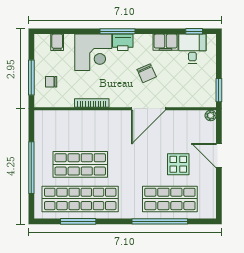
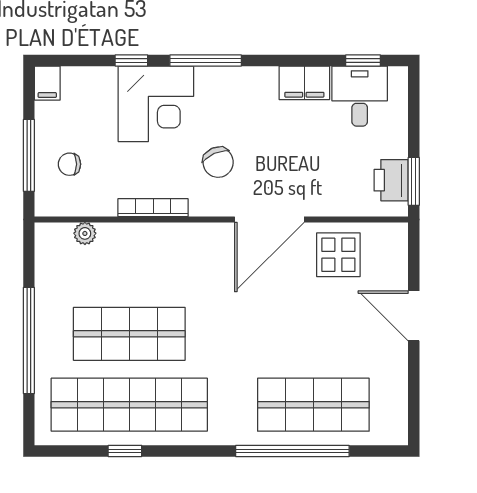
window: (81, 31) -> (131, 60), added
filing cabinet: (57, 42) -> (47, 83), moved
printer: (123, 42) -> (391, 180), moved, turned 90
chair: (147, 73) -> (218, 162), moved
plant: (211, 116) -> (85, 233), moved
display table: (178, 164) -> (338, 255), moved
window: (78, 221) -> (125, 451), width x0.46

